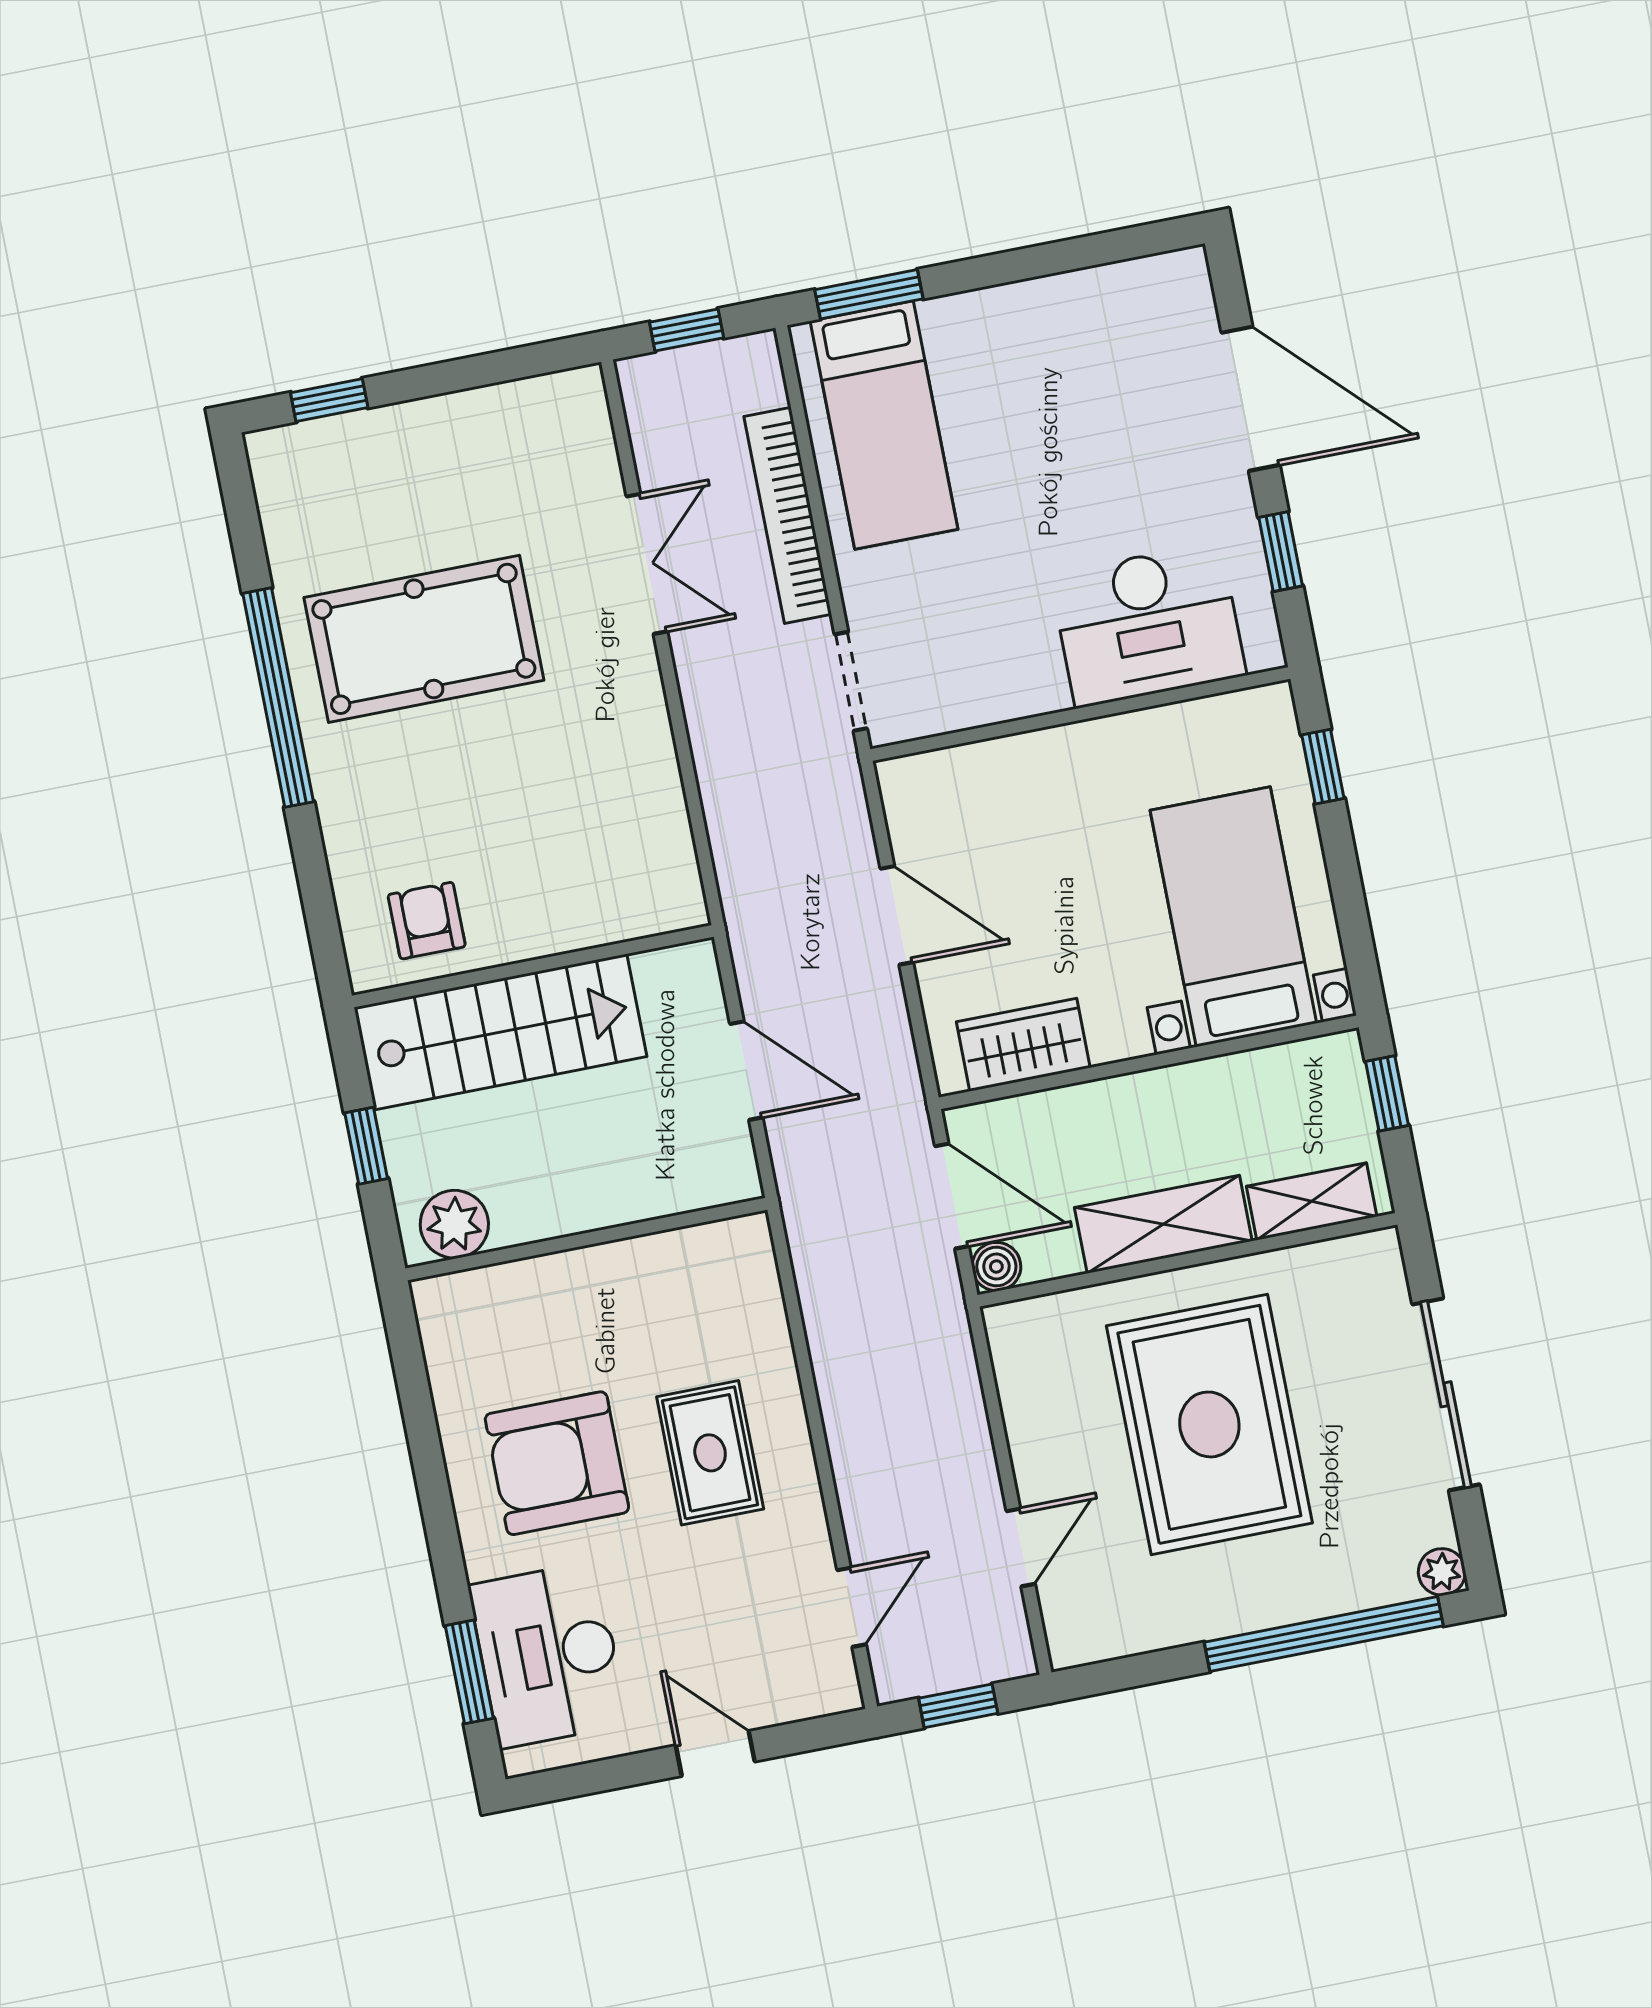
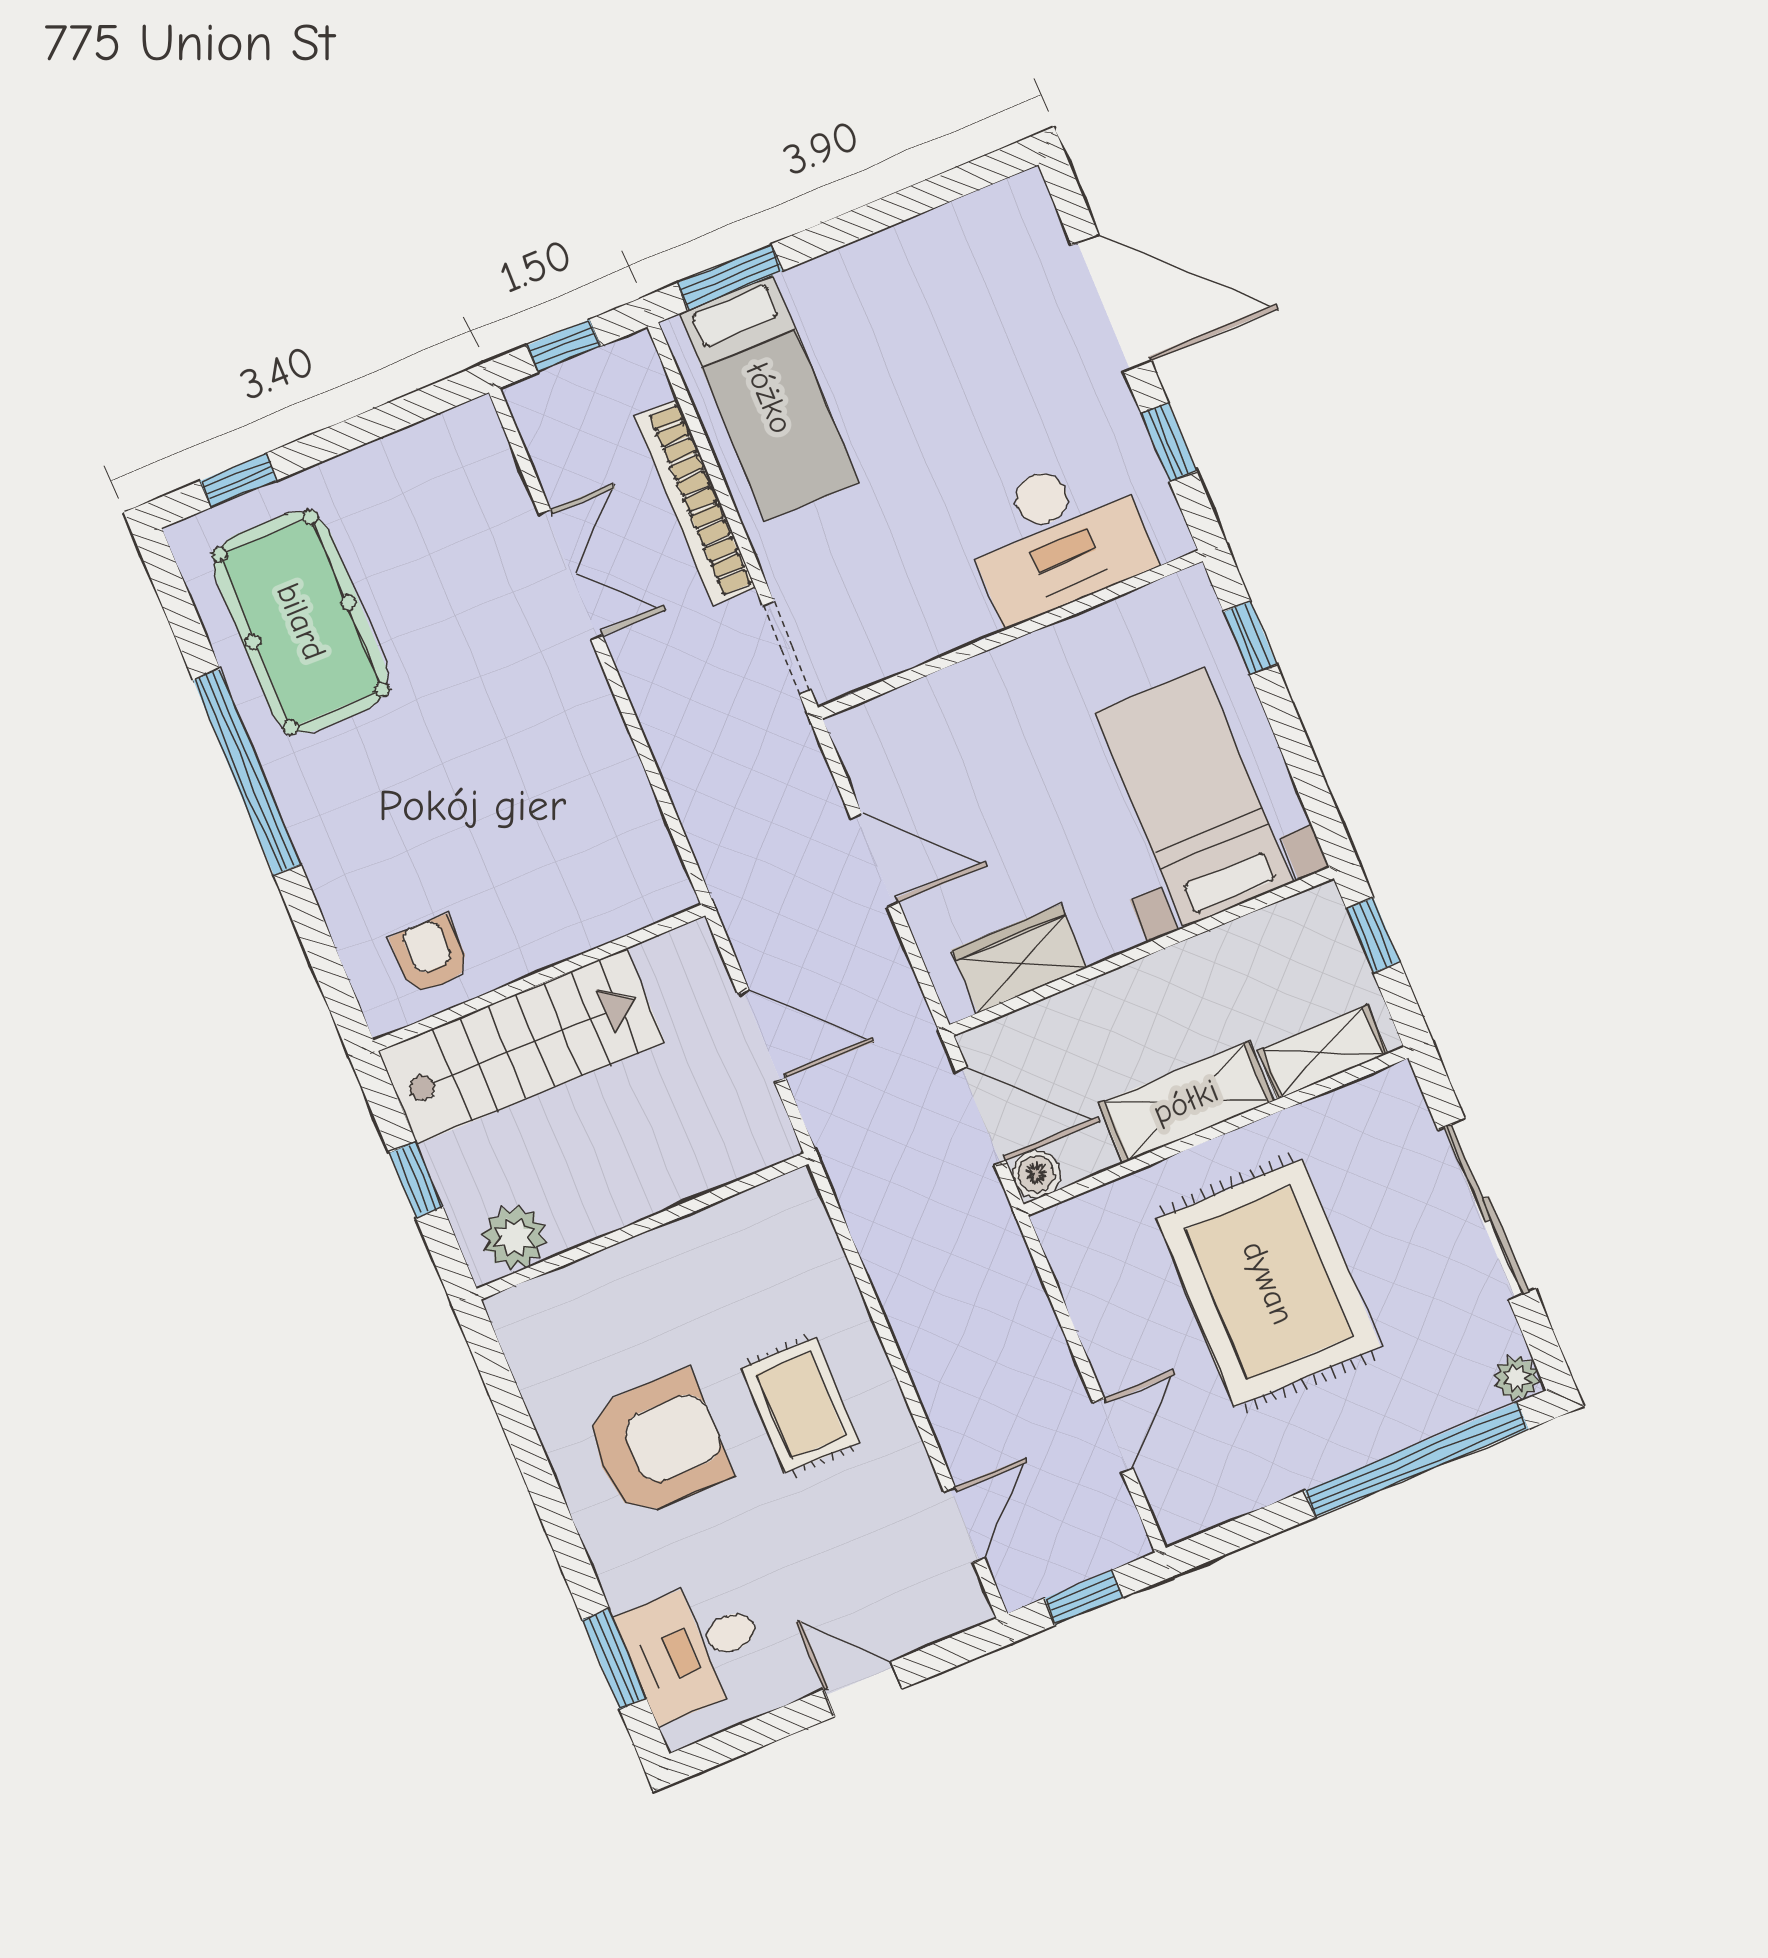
pool table: (424, 639) -> (301, 622), moved, turned 90
armchair: (557, 1463) -> (657, 1444), turned 180
desk: (548, 1655) -> (694, 1648), width x0.73

